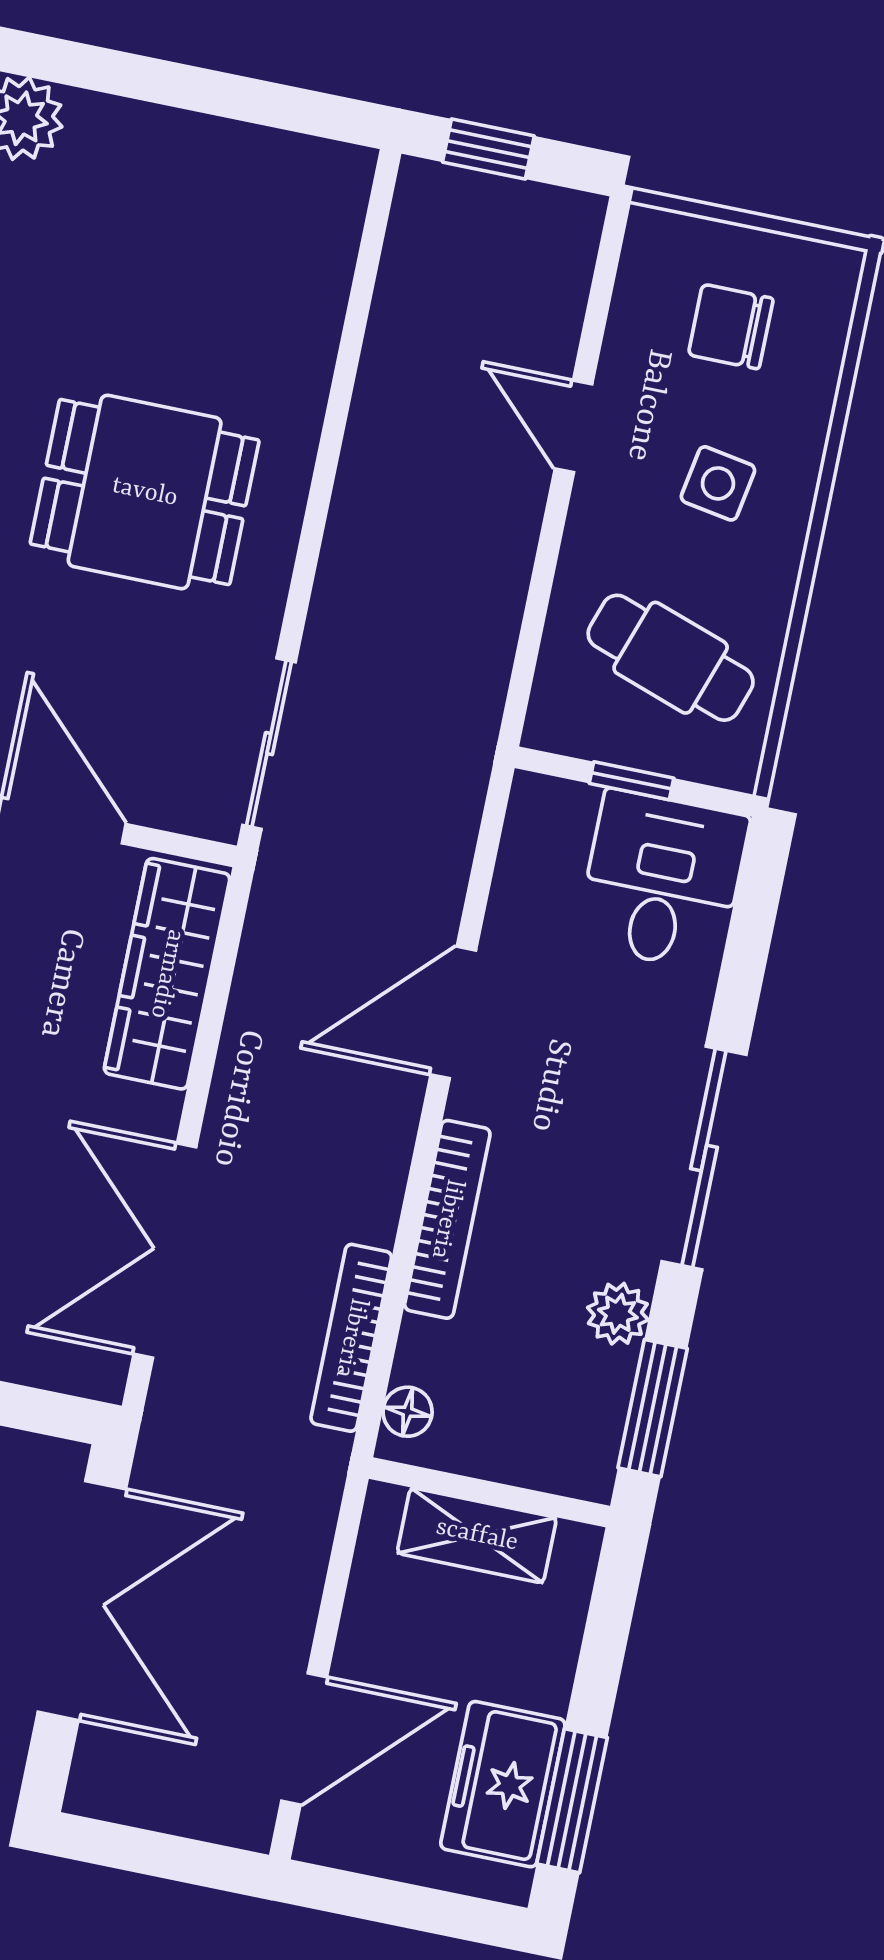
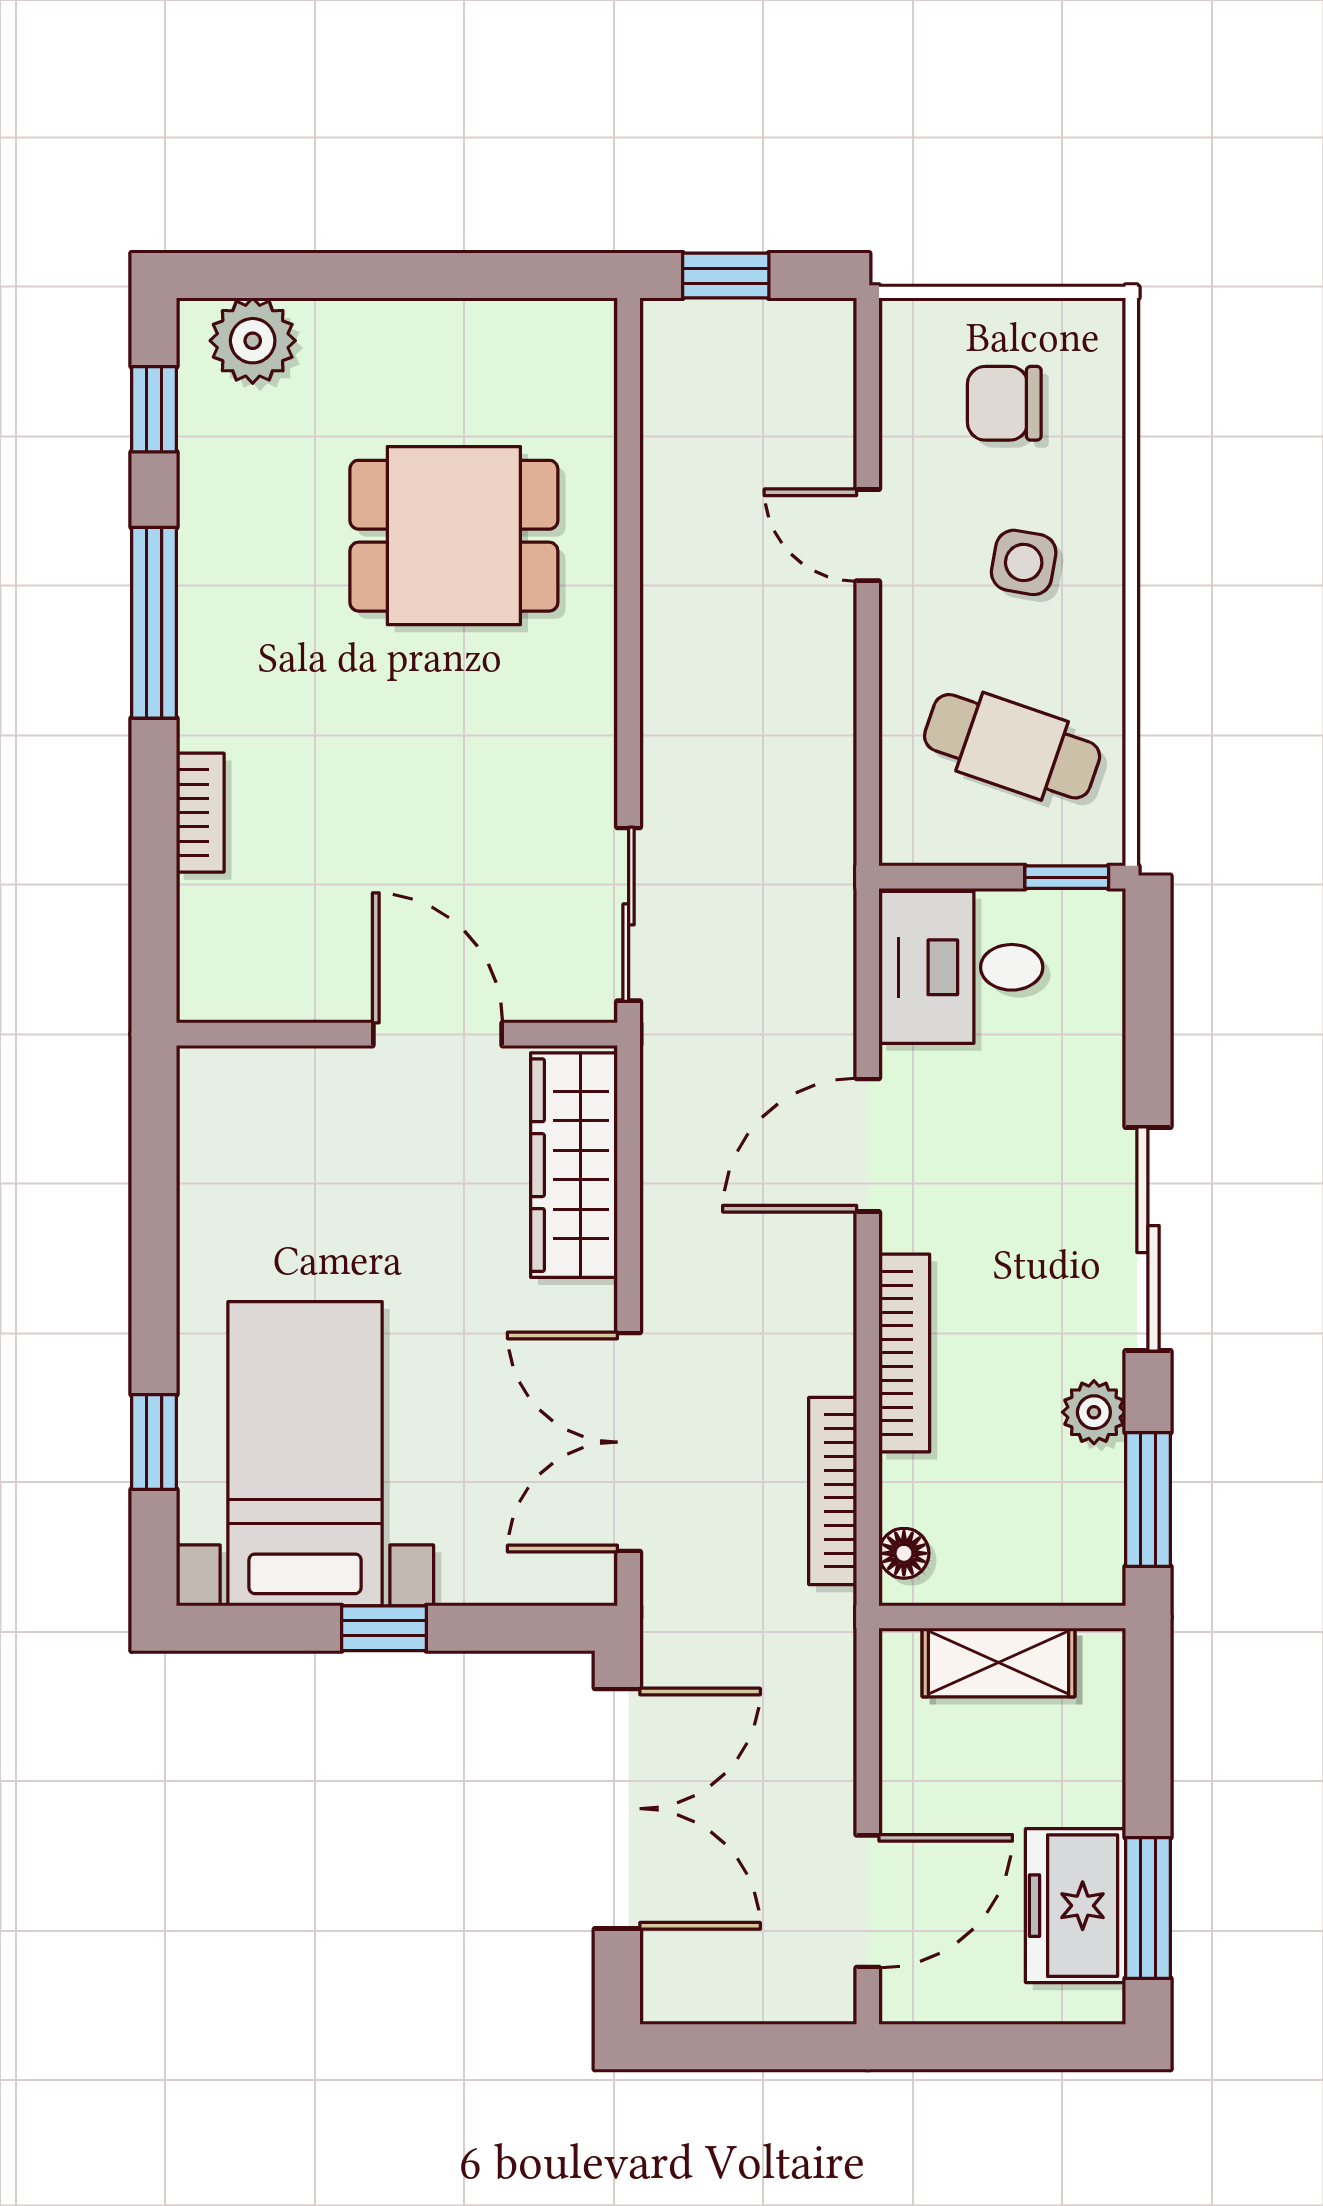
dining table: (145, 492) -> (454, 536), moved
window: (632, 781) -> (1067, 877), moved
desk: (662, 880) -> (961, 967), moved, turned -90

